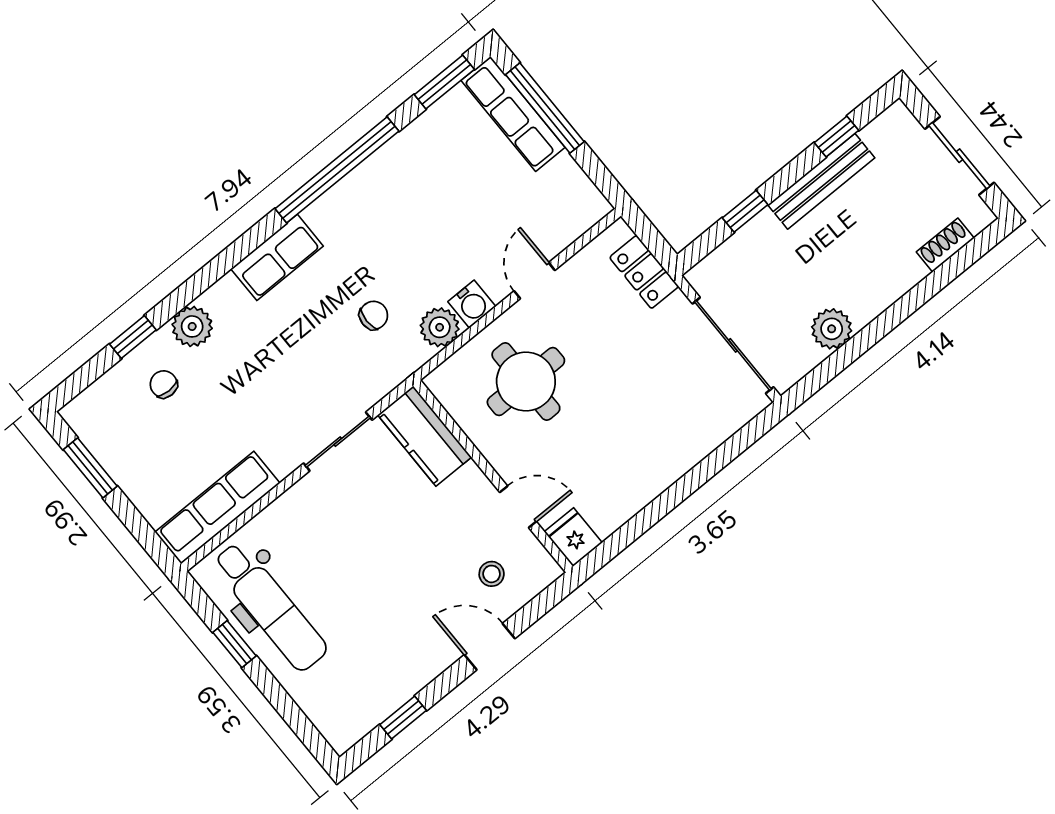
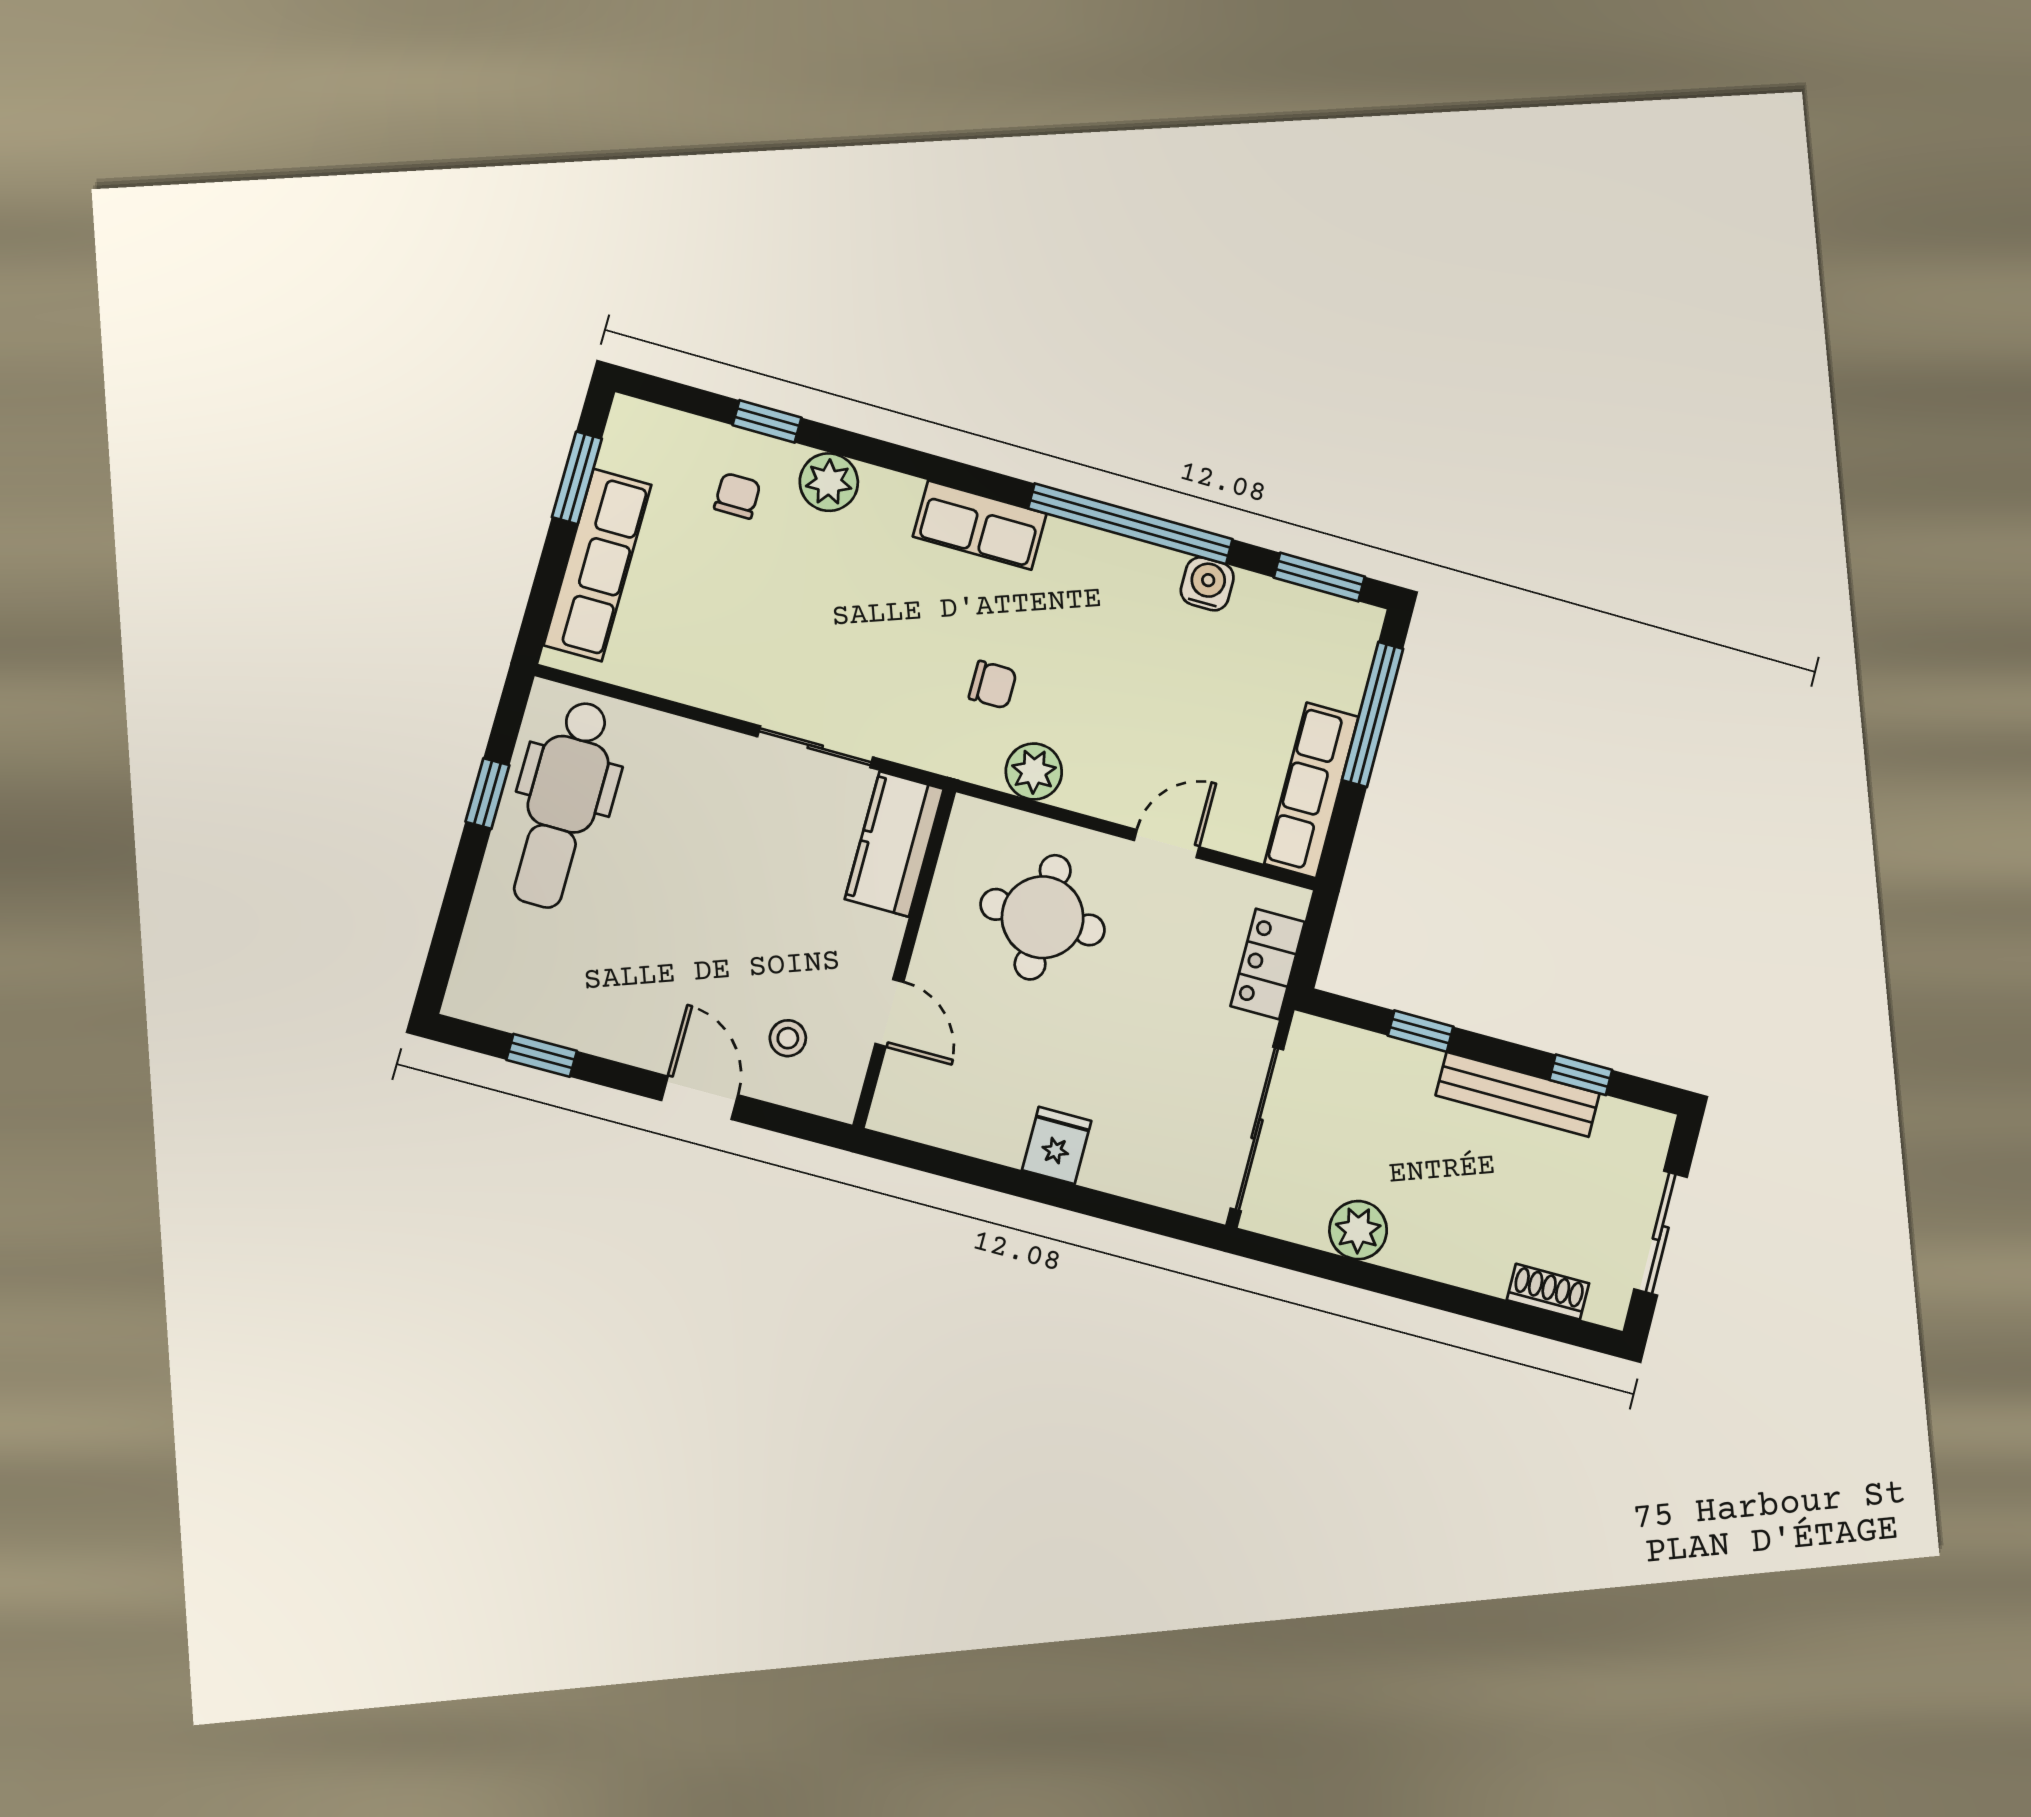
row of seats: (513, 114) -> (1311, 790), moved
water cooler: (472, 304) -> (1207, 584), moved, turned 180
row of seats: (217, 508) -> (598, 565), moved, turned 90
fridge: (573, 537) -> (1057, 1145), moved

